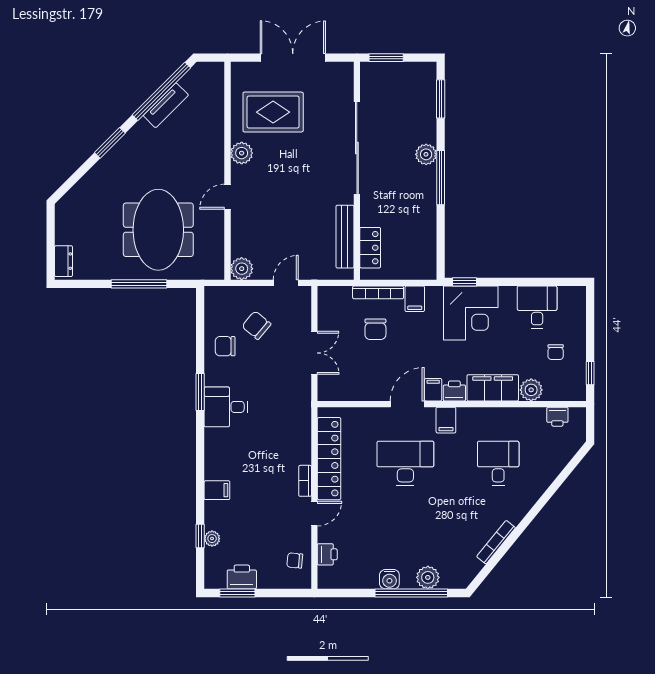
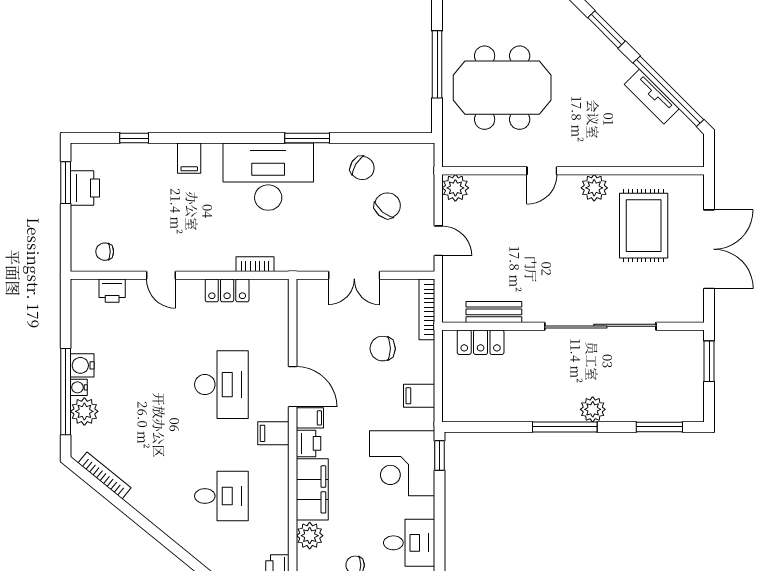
door: (227, 197) -> (542, 171), swing flipped
bench: (345, 237) -> (494, 312), width x0.73
bookcase: (378, 292) -> (427, 309), moved
chair: (225, 346) -> (362, 168), turned 121
desk: (226, 407) -> (268, 177), width x1.87, depth x1.30
locker: (329, 459) -> (227, 290), width x0.46, depth x0.83
bookcase: (305, 481) -> (255, 264), moved
plant: (212, 539) -> (131, 152), removed
bookcase: (496, 542) -> (105, 475), moved
chair: (295, 560) -> (105, 252), turned -95
water cooler: (408, 582) -> (79, 387), added

